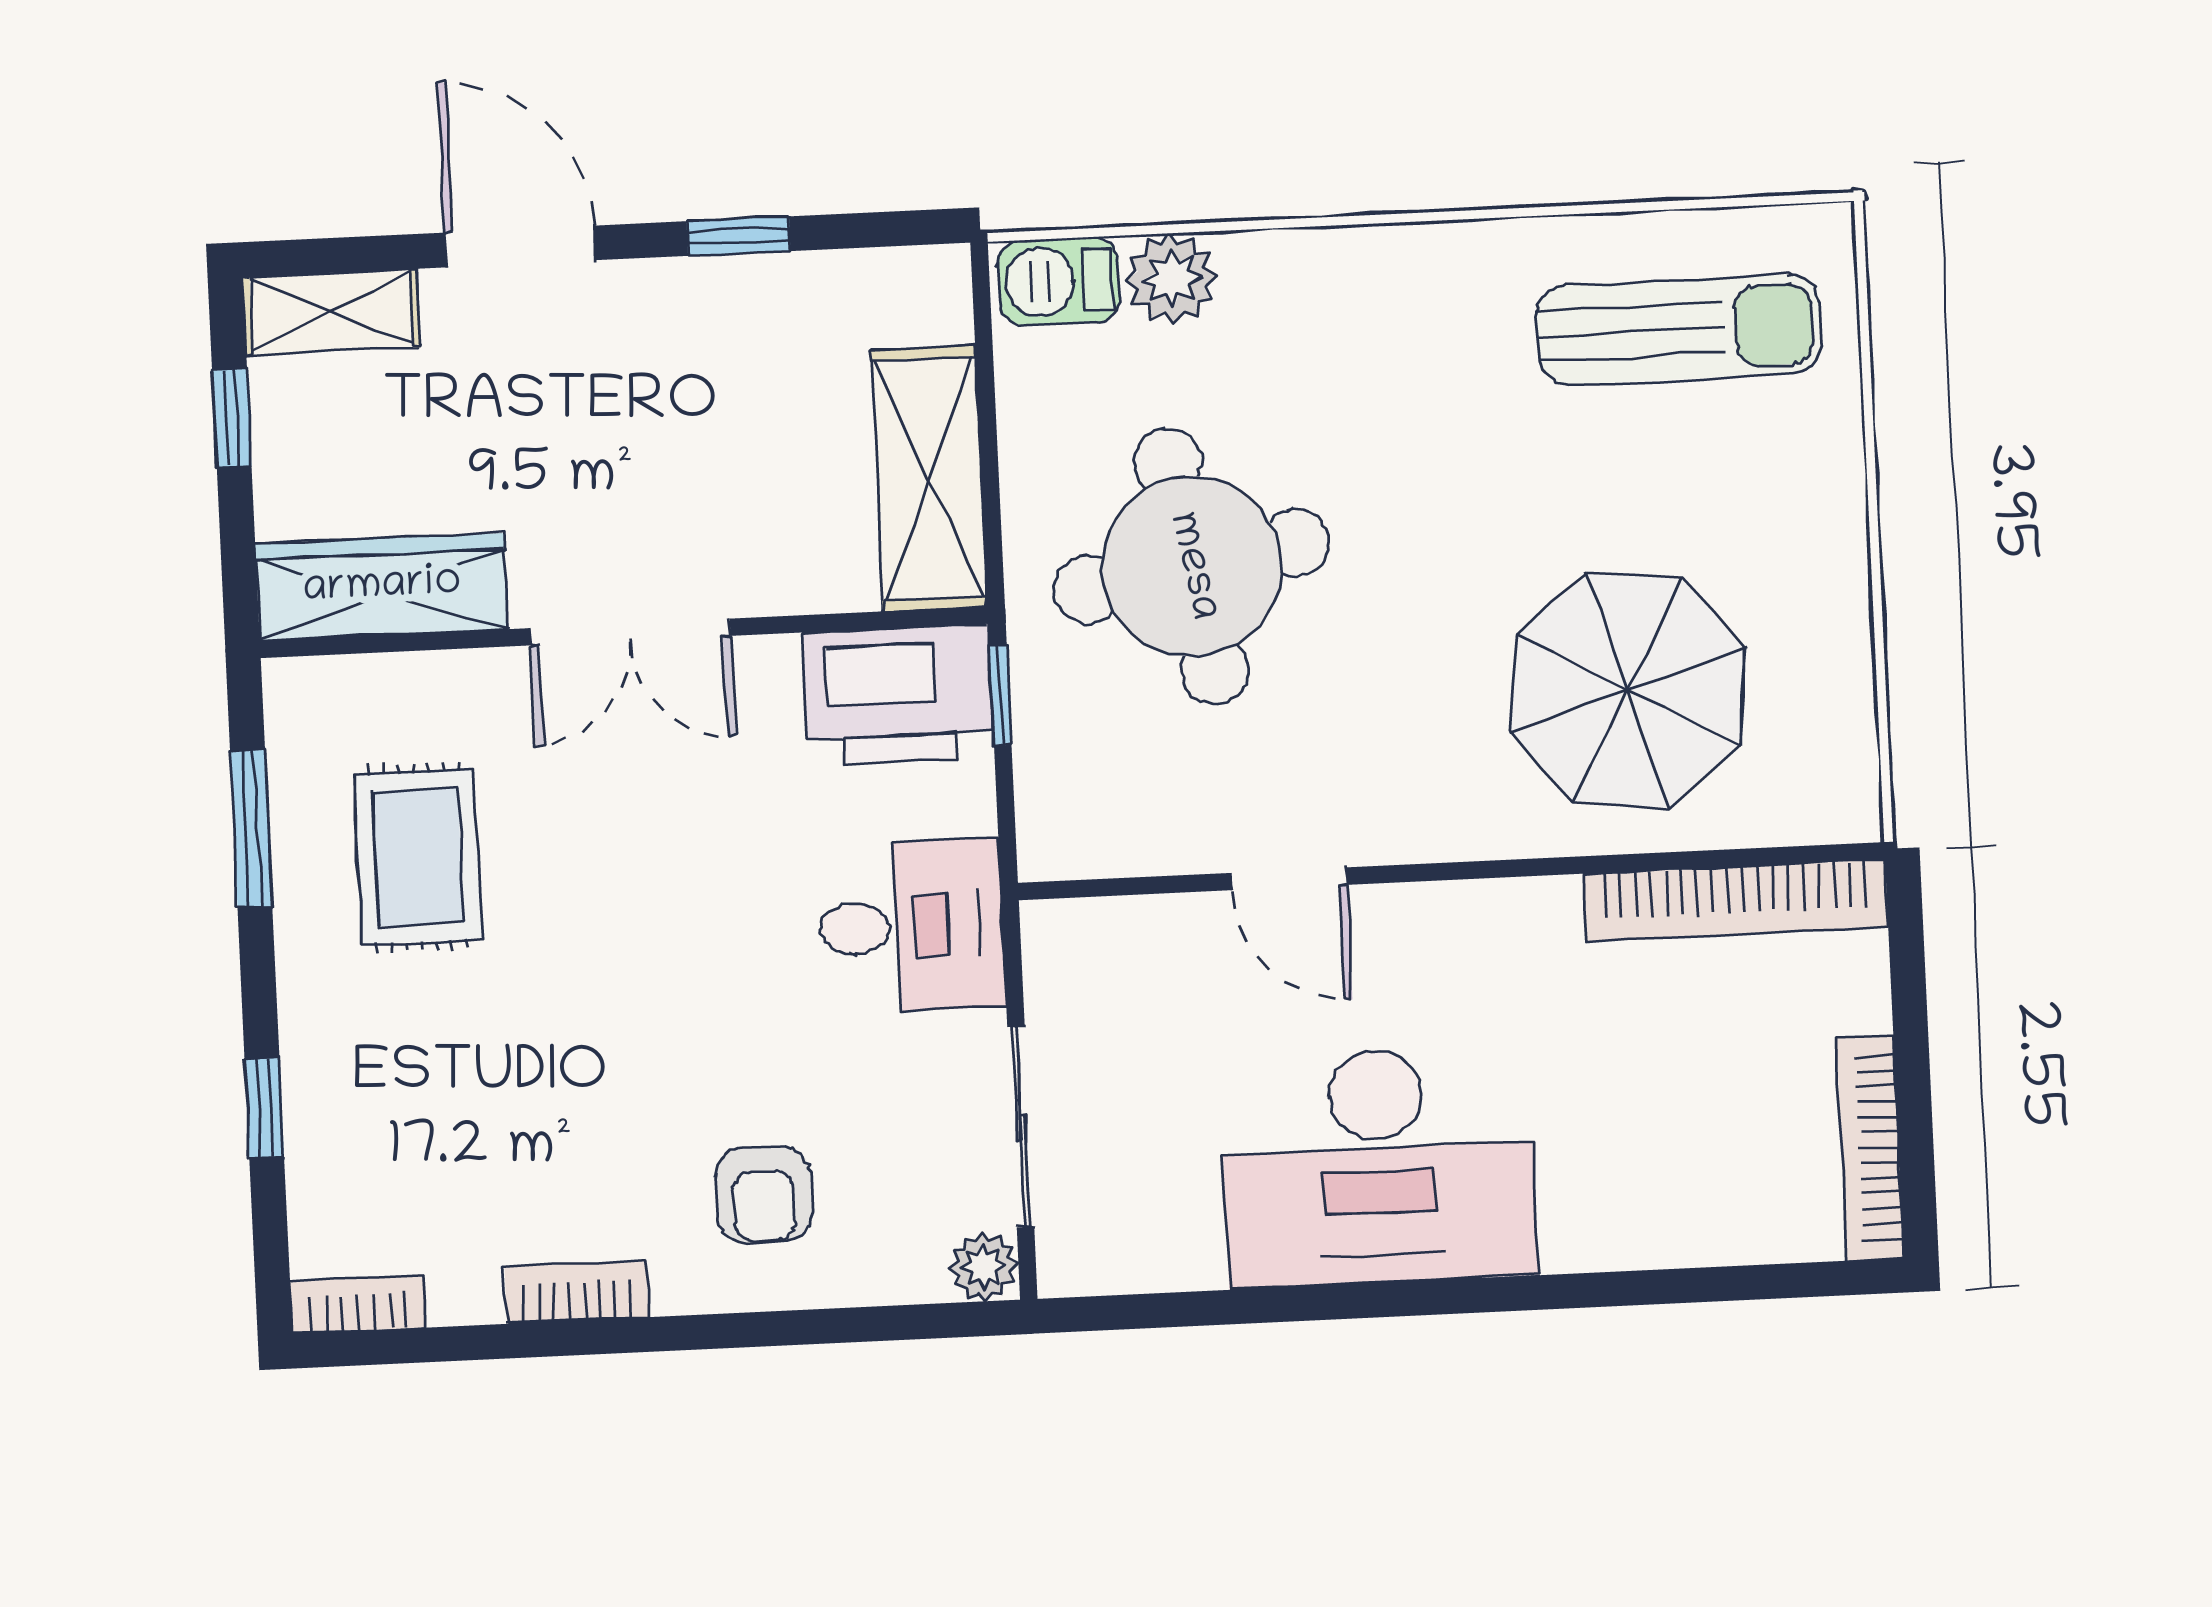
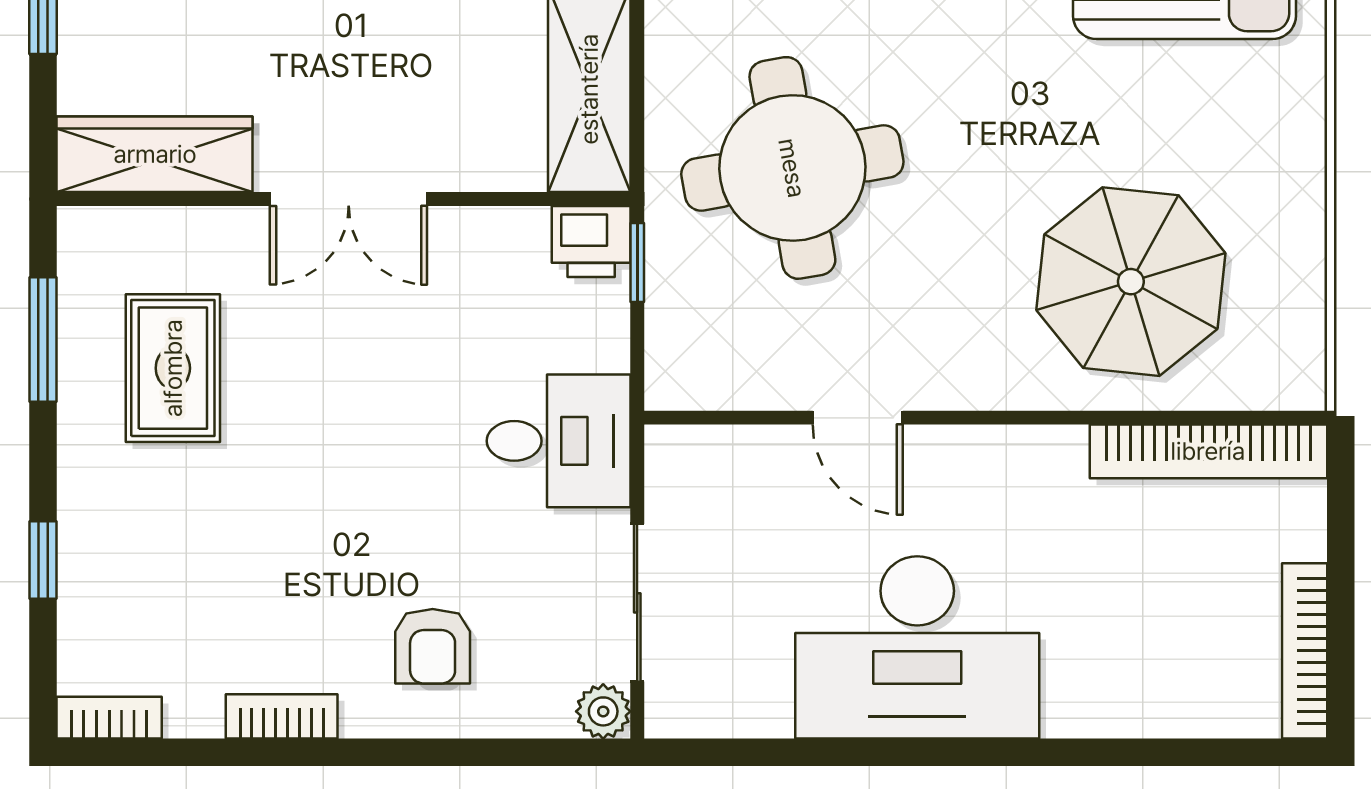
printer: (898, 695) -> (591, 242), width x0.53, depth x0.68

